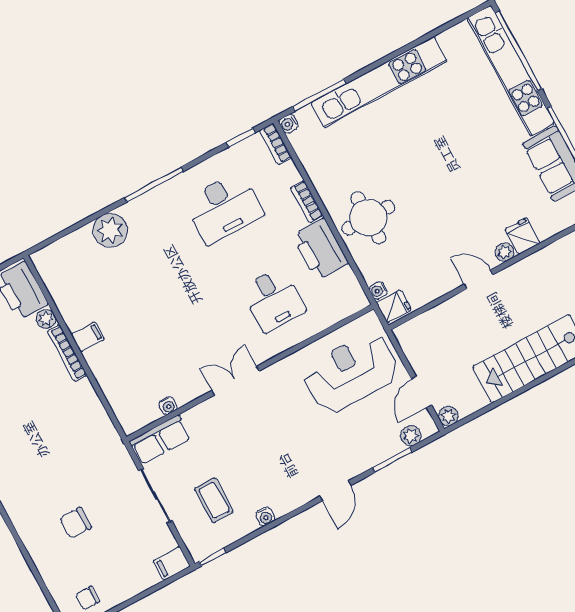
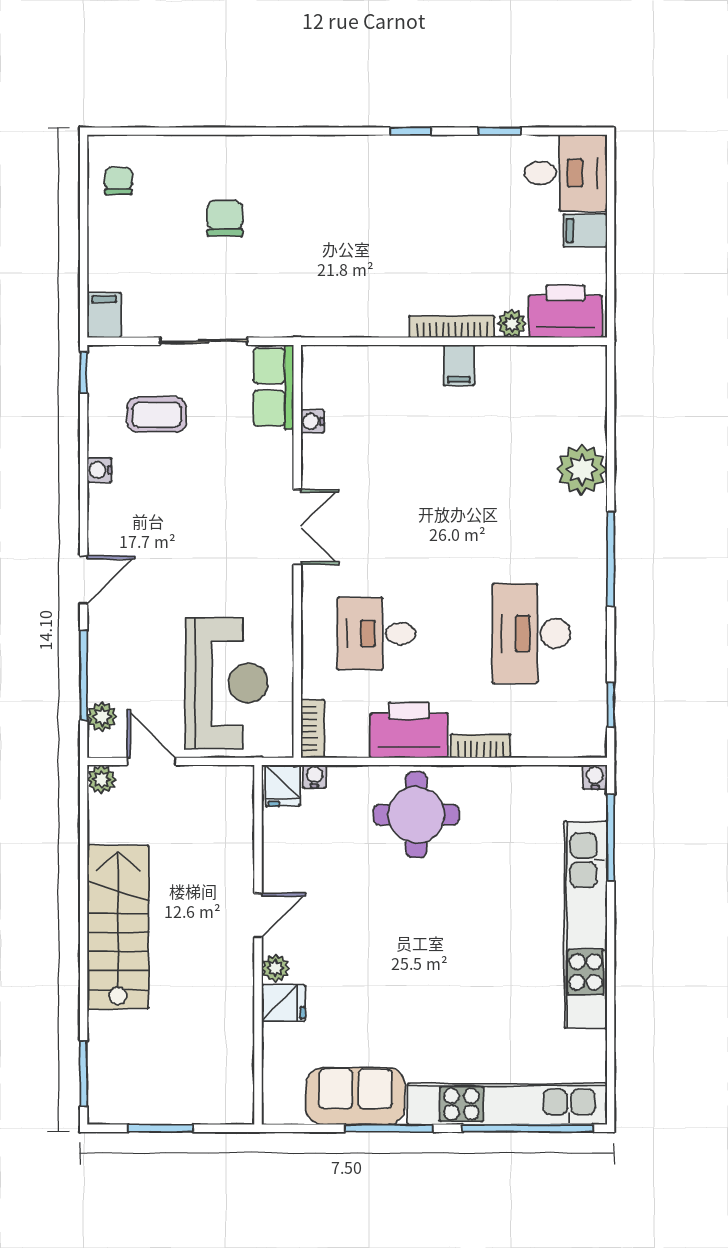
bookcase: (276, 144) -> (313, 728), moved, turned 90
window: (392, 460) -> (84, 675), width x1.44
door: (336, 491) -> (84, 580), swing flipped

